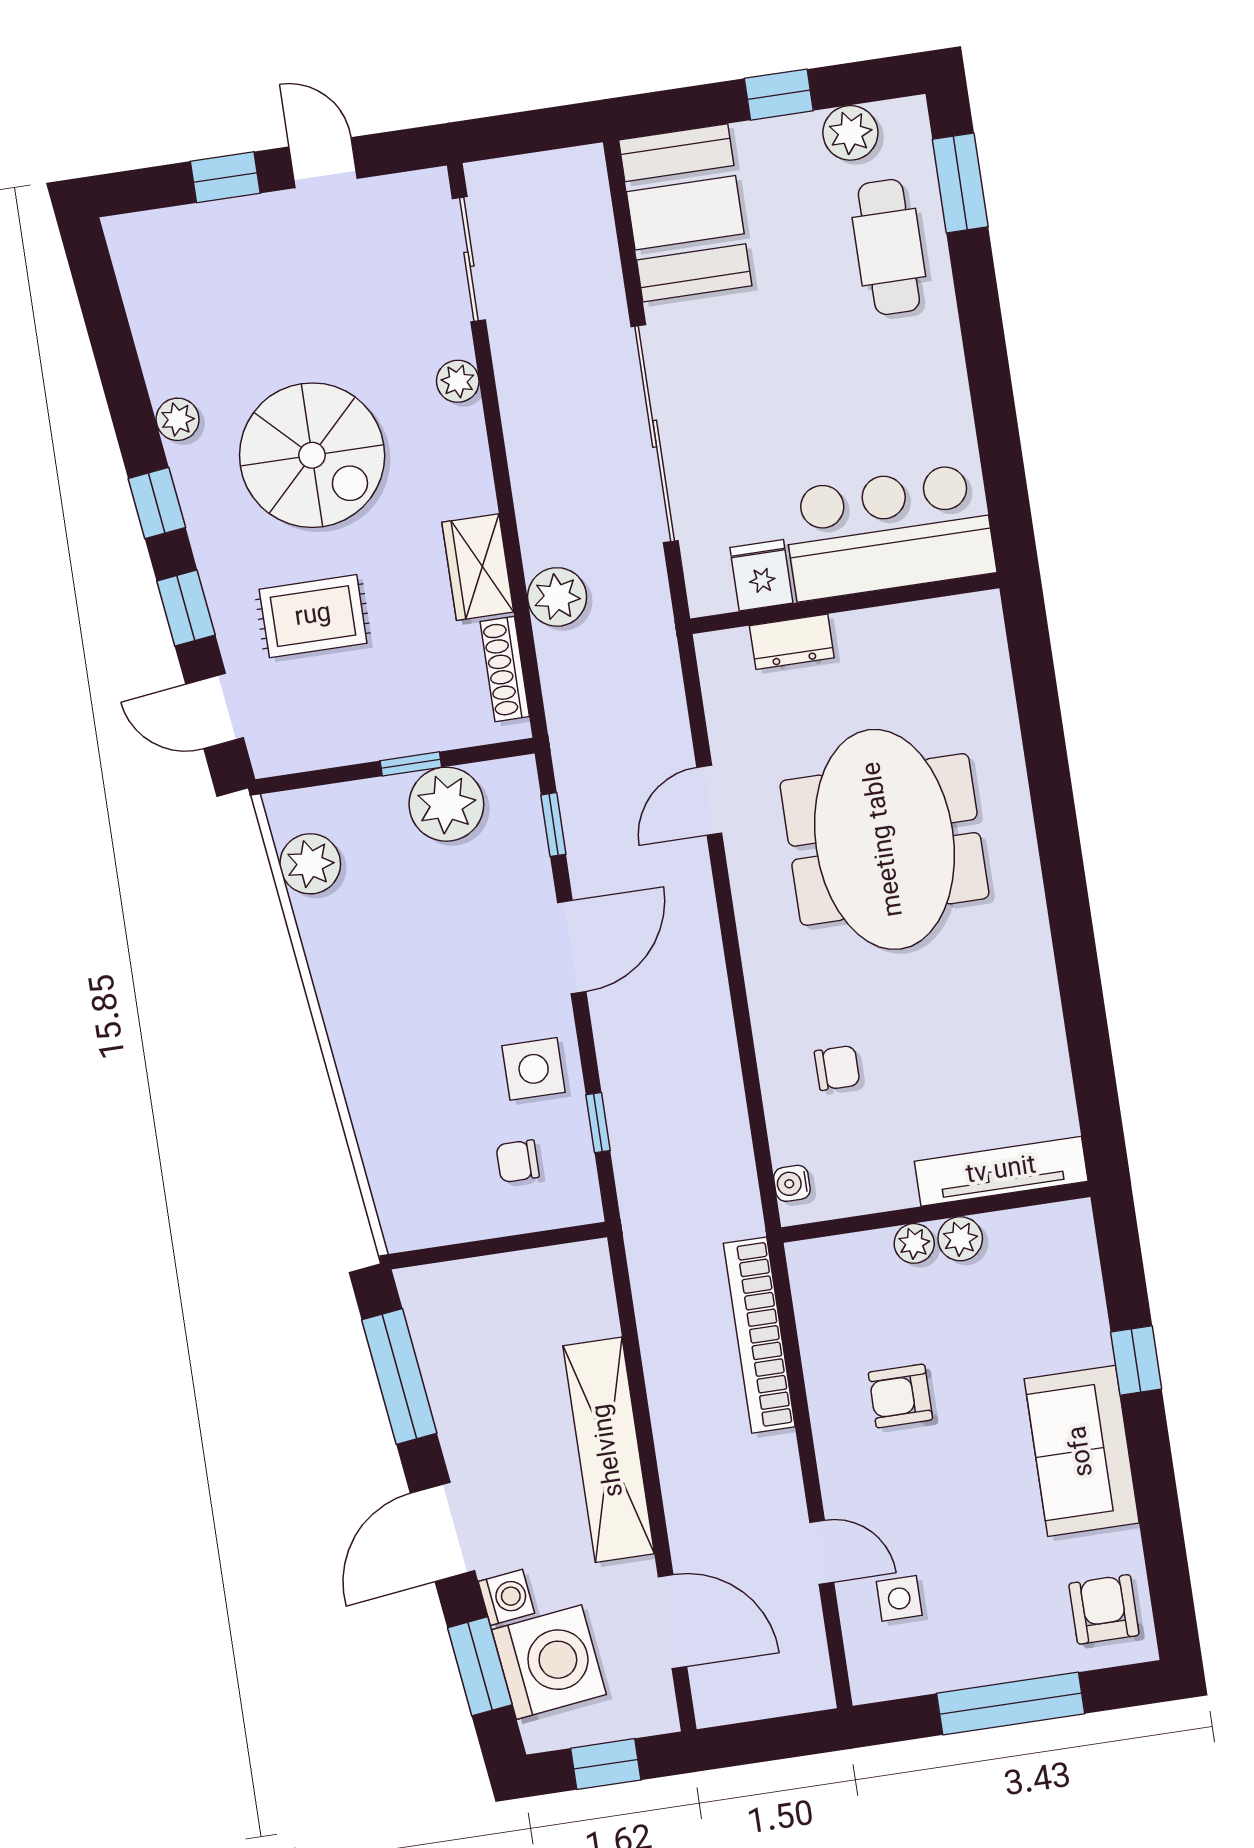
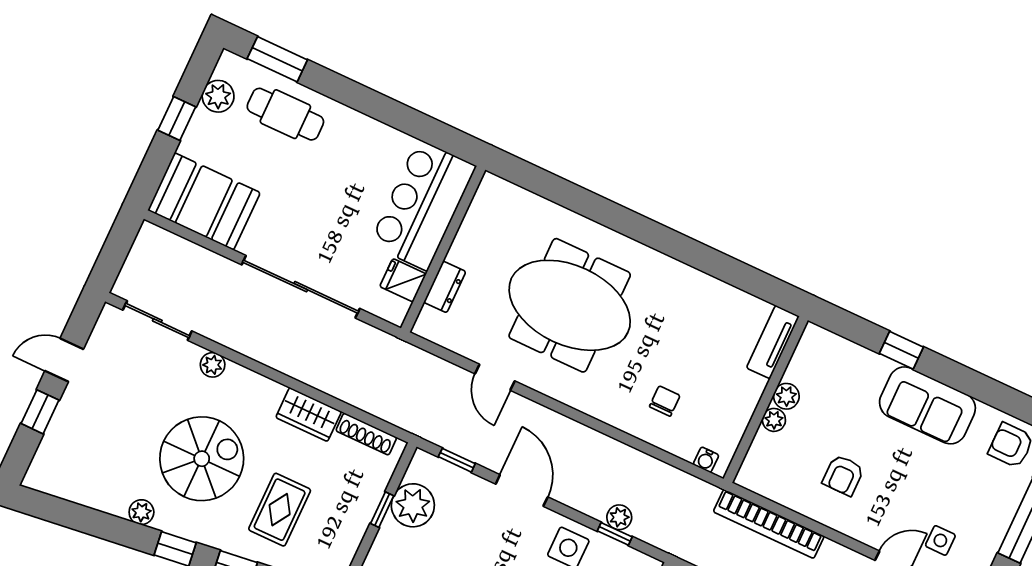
plant: (557, 597) -> (619, 517), moved, width x0.73, depth x0.73
tv unit: (1001, 1171) -> (773, 342), width x0.71

